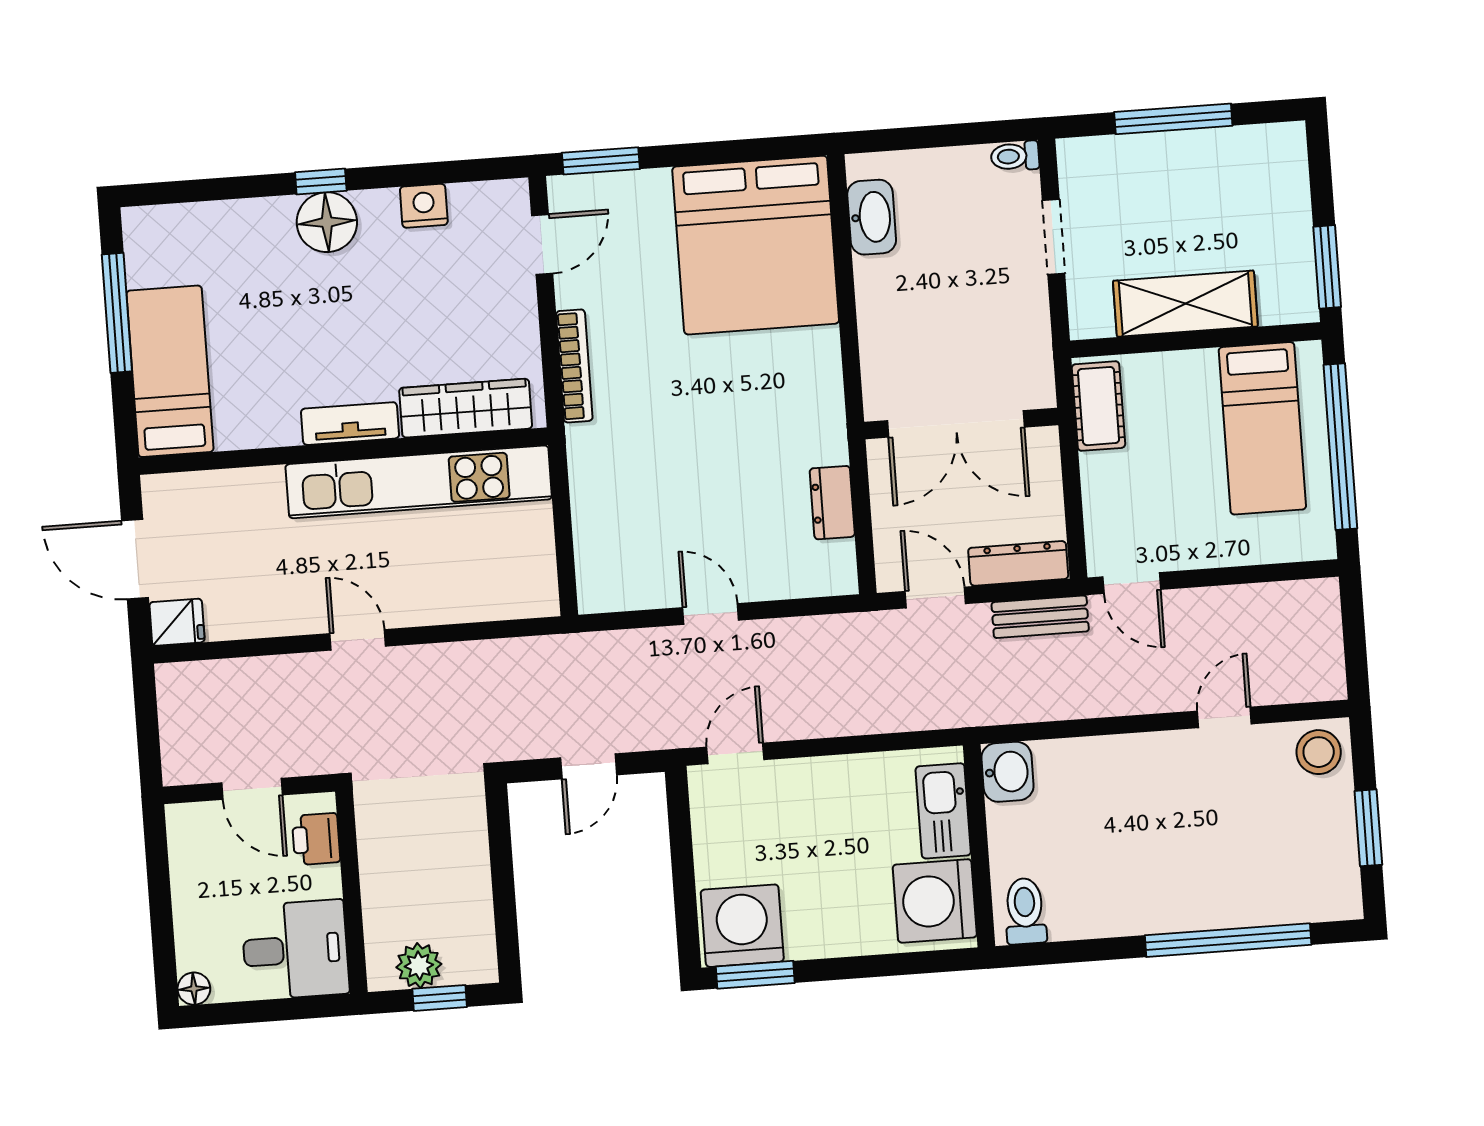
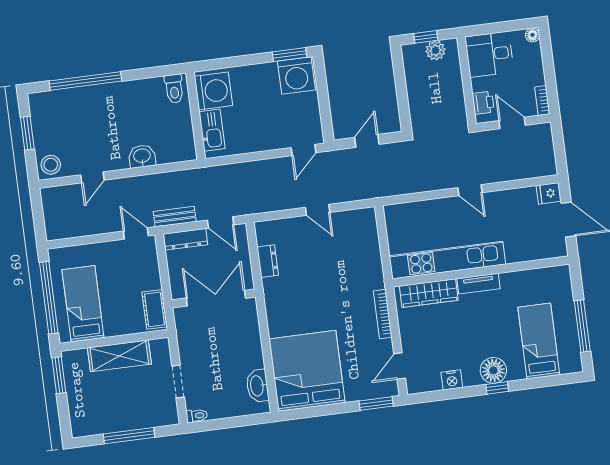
bed: (170, 371) -> (539, 341), moved, turned 180
washbasin: (1007, 772) -> (142, 156), moved, turned 90
bookcase: (180, 837) -> (542, 101), added

